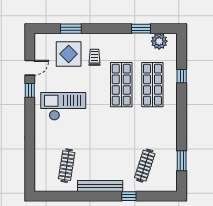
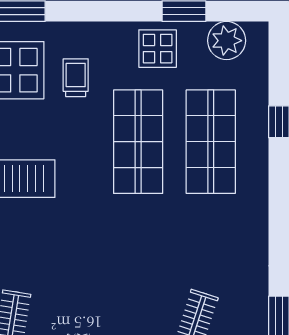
display table: (130, 45) -> (158, 49), added

